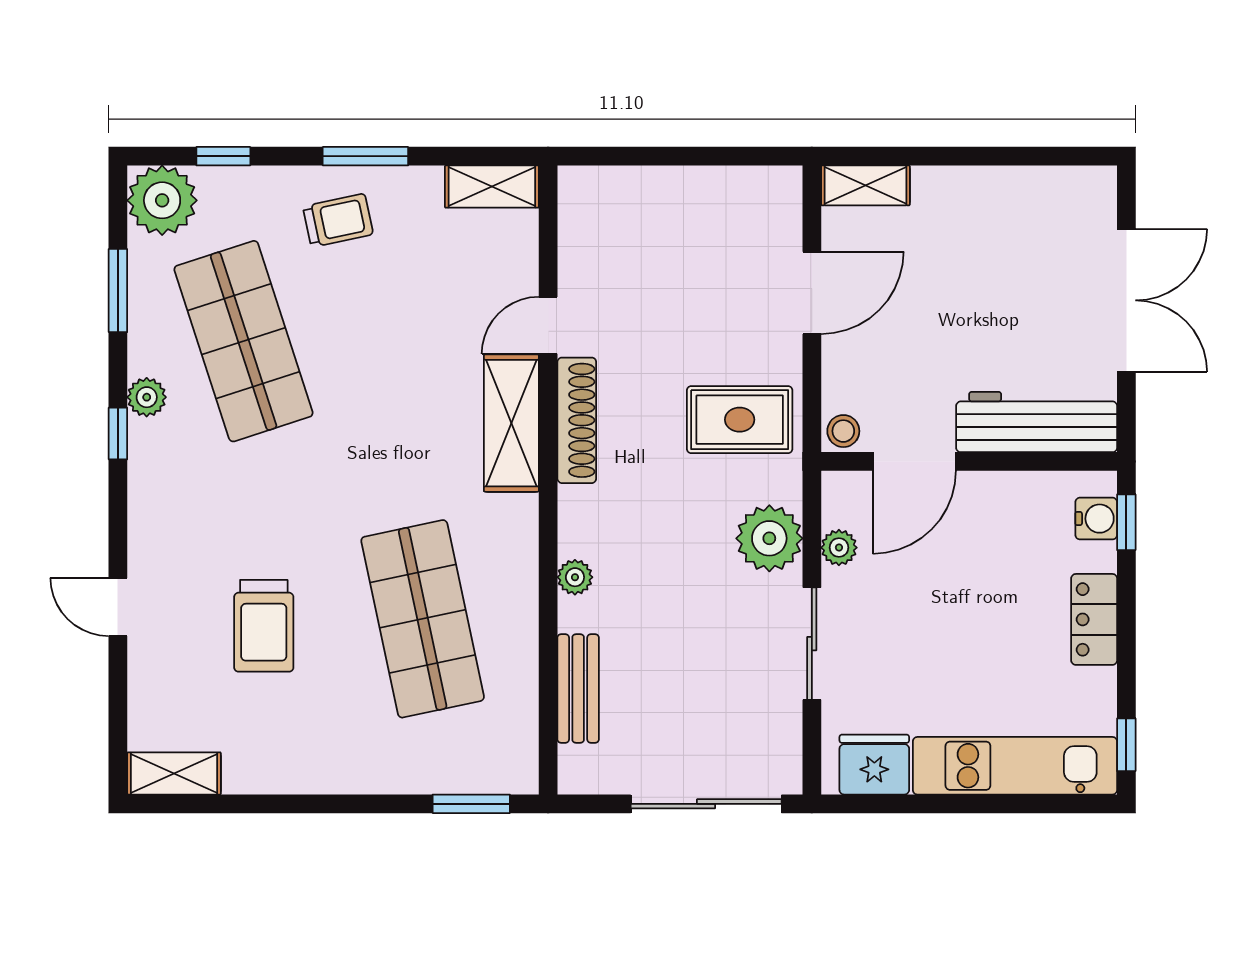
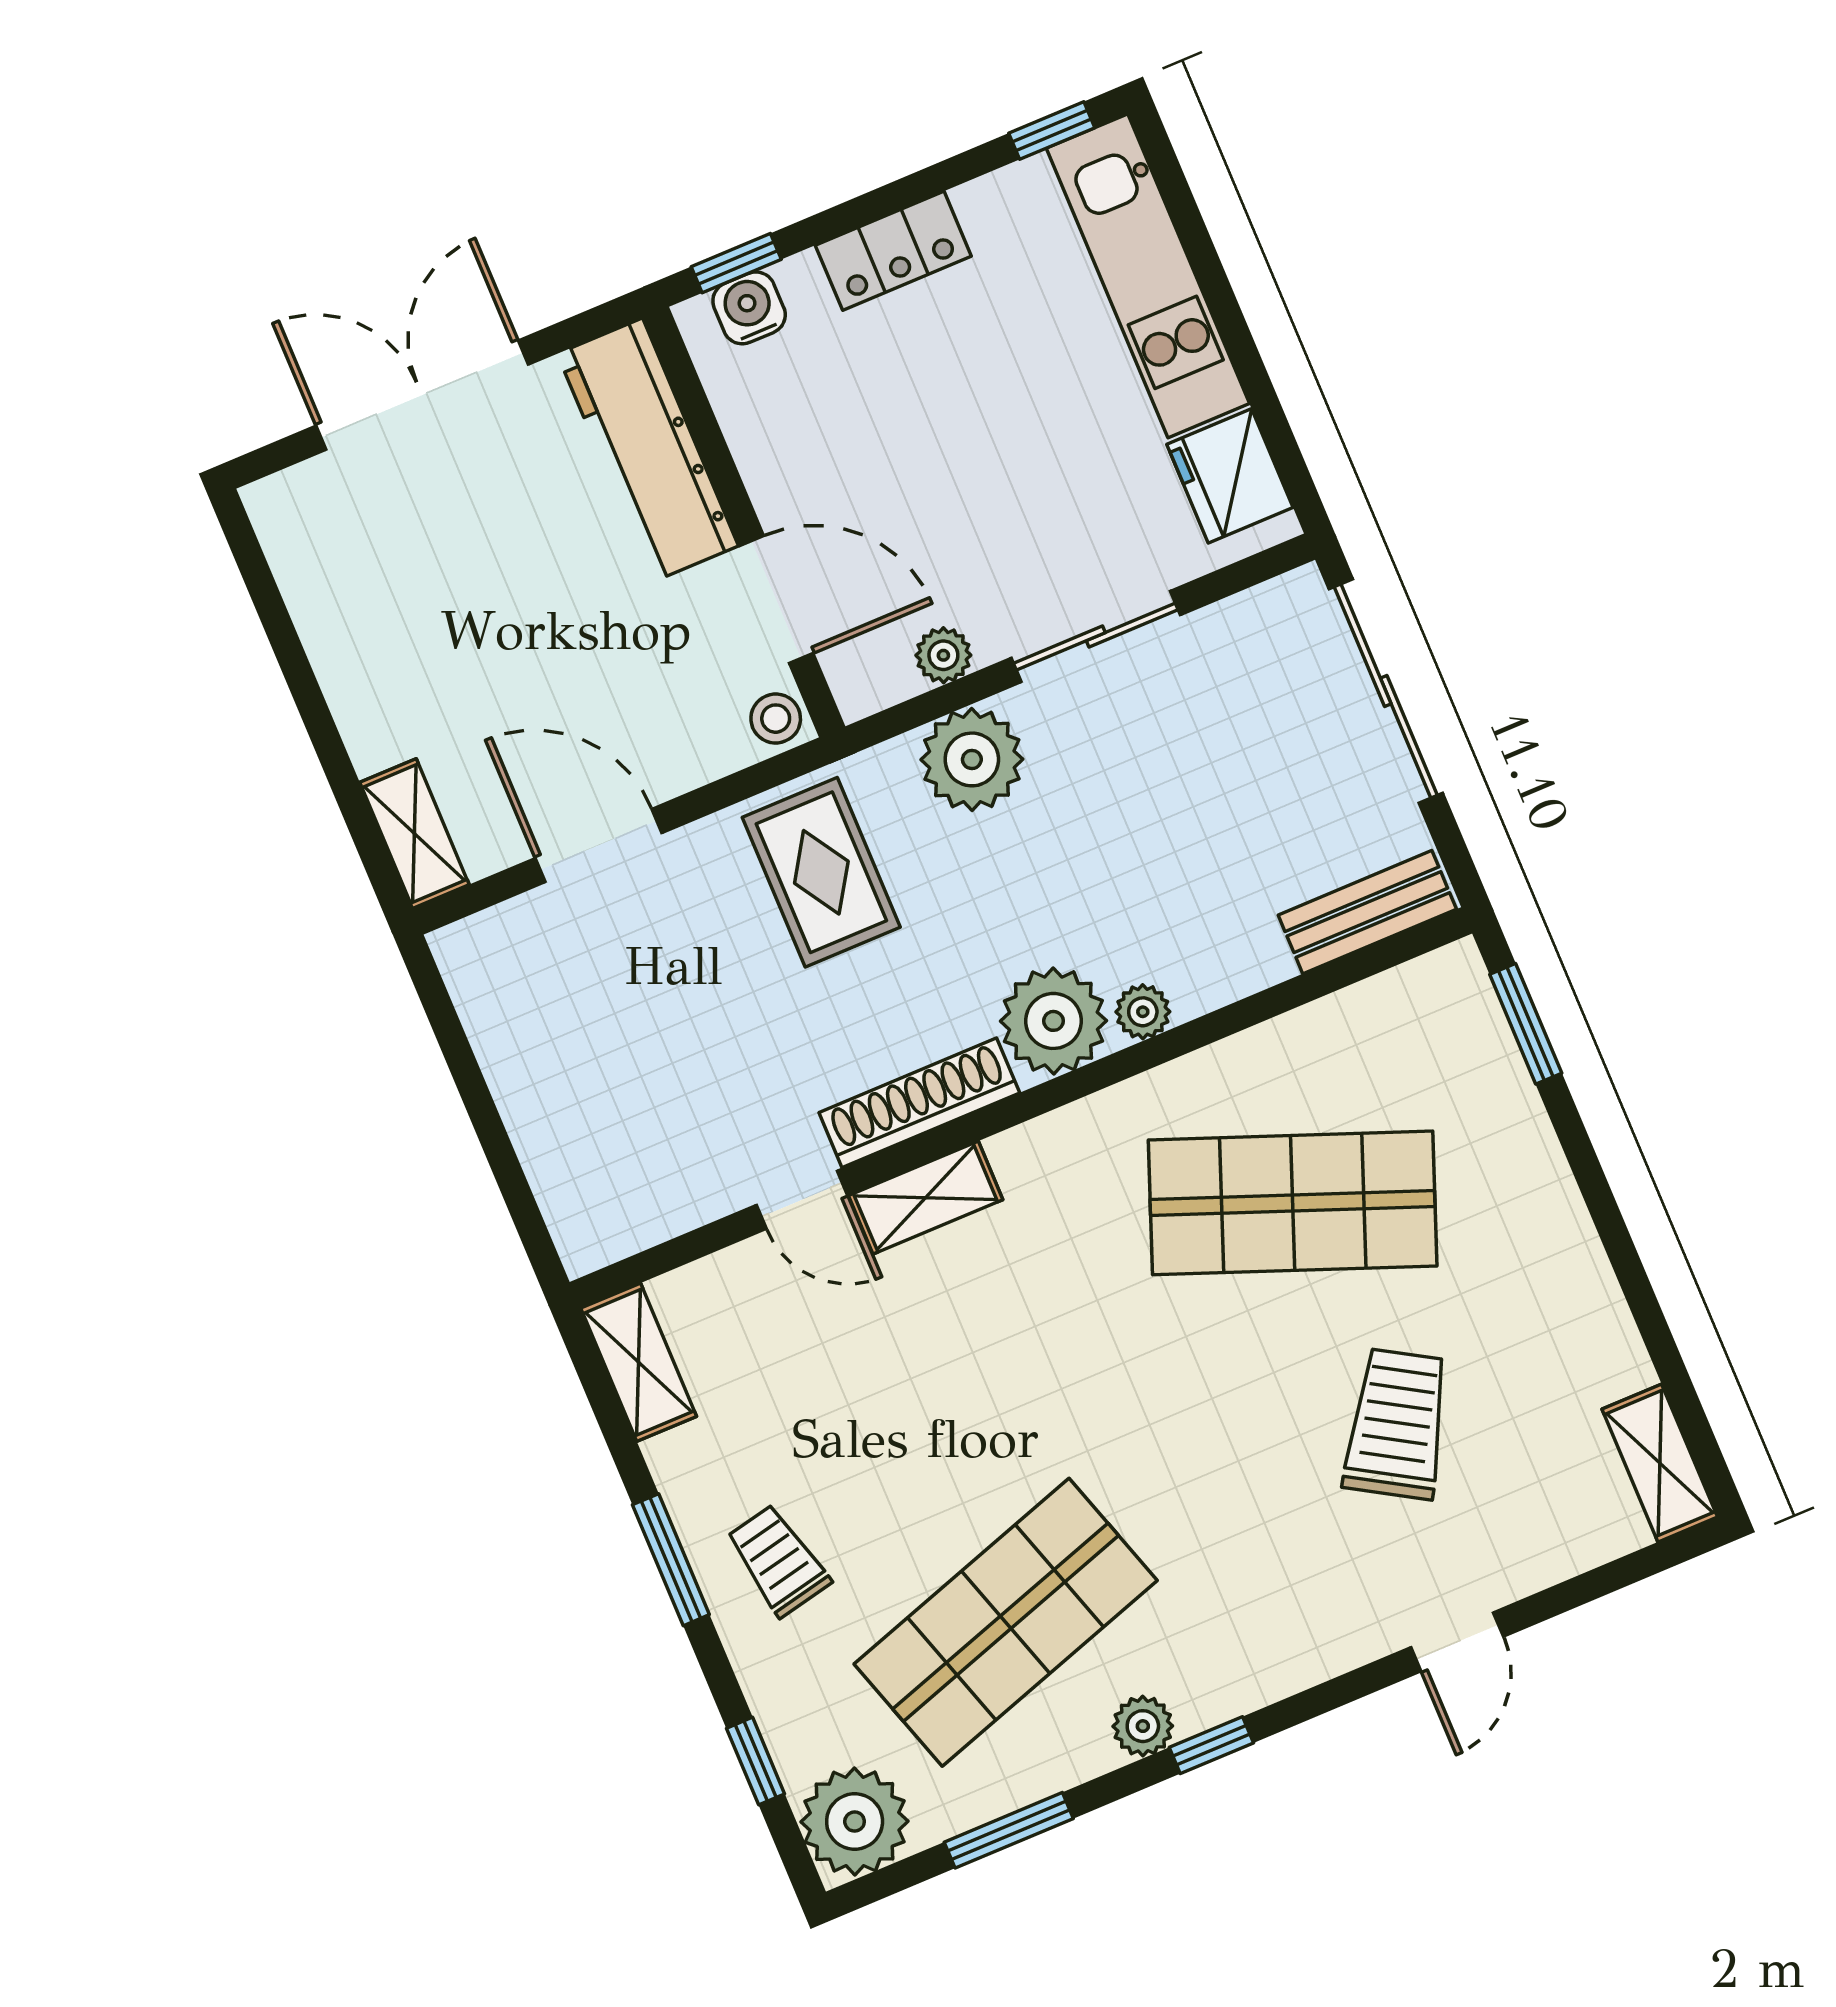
shelving: (511, 423) -> (926, 1198), width x0.67, depth x0.75
plant: (592, 521) -> (1053, 1021), added
shop shelf: (423, 619) -> (1293, 1203), turned 33
trolley: (264, 626) -> (1397, 1424), turned -59
bench: (578, 689) -> (1367, 912), moved

